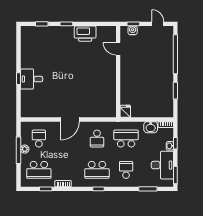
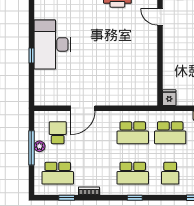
desk: (32, 79) -> (52, 44), width x1.87, depth x1.30
door: (70, 119) -> (83, 108), moved
school desk: (97, 139) -> (133, 133), width x1.85
school desk: (126, 139) -> (170, 133), turned 180
school desk: (126, 170) -> (170, 173), turned 180

